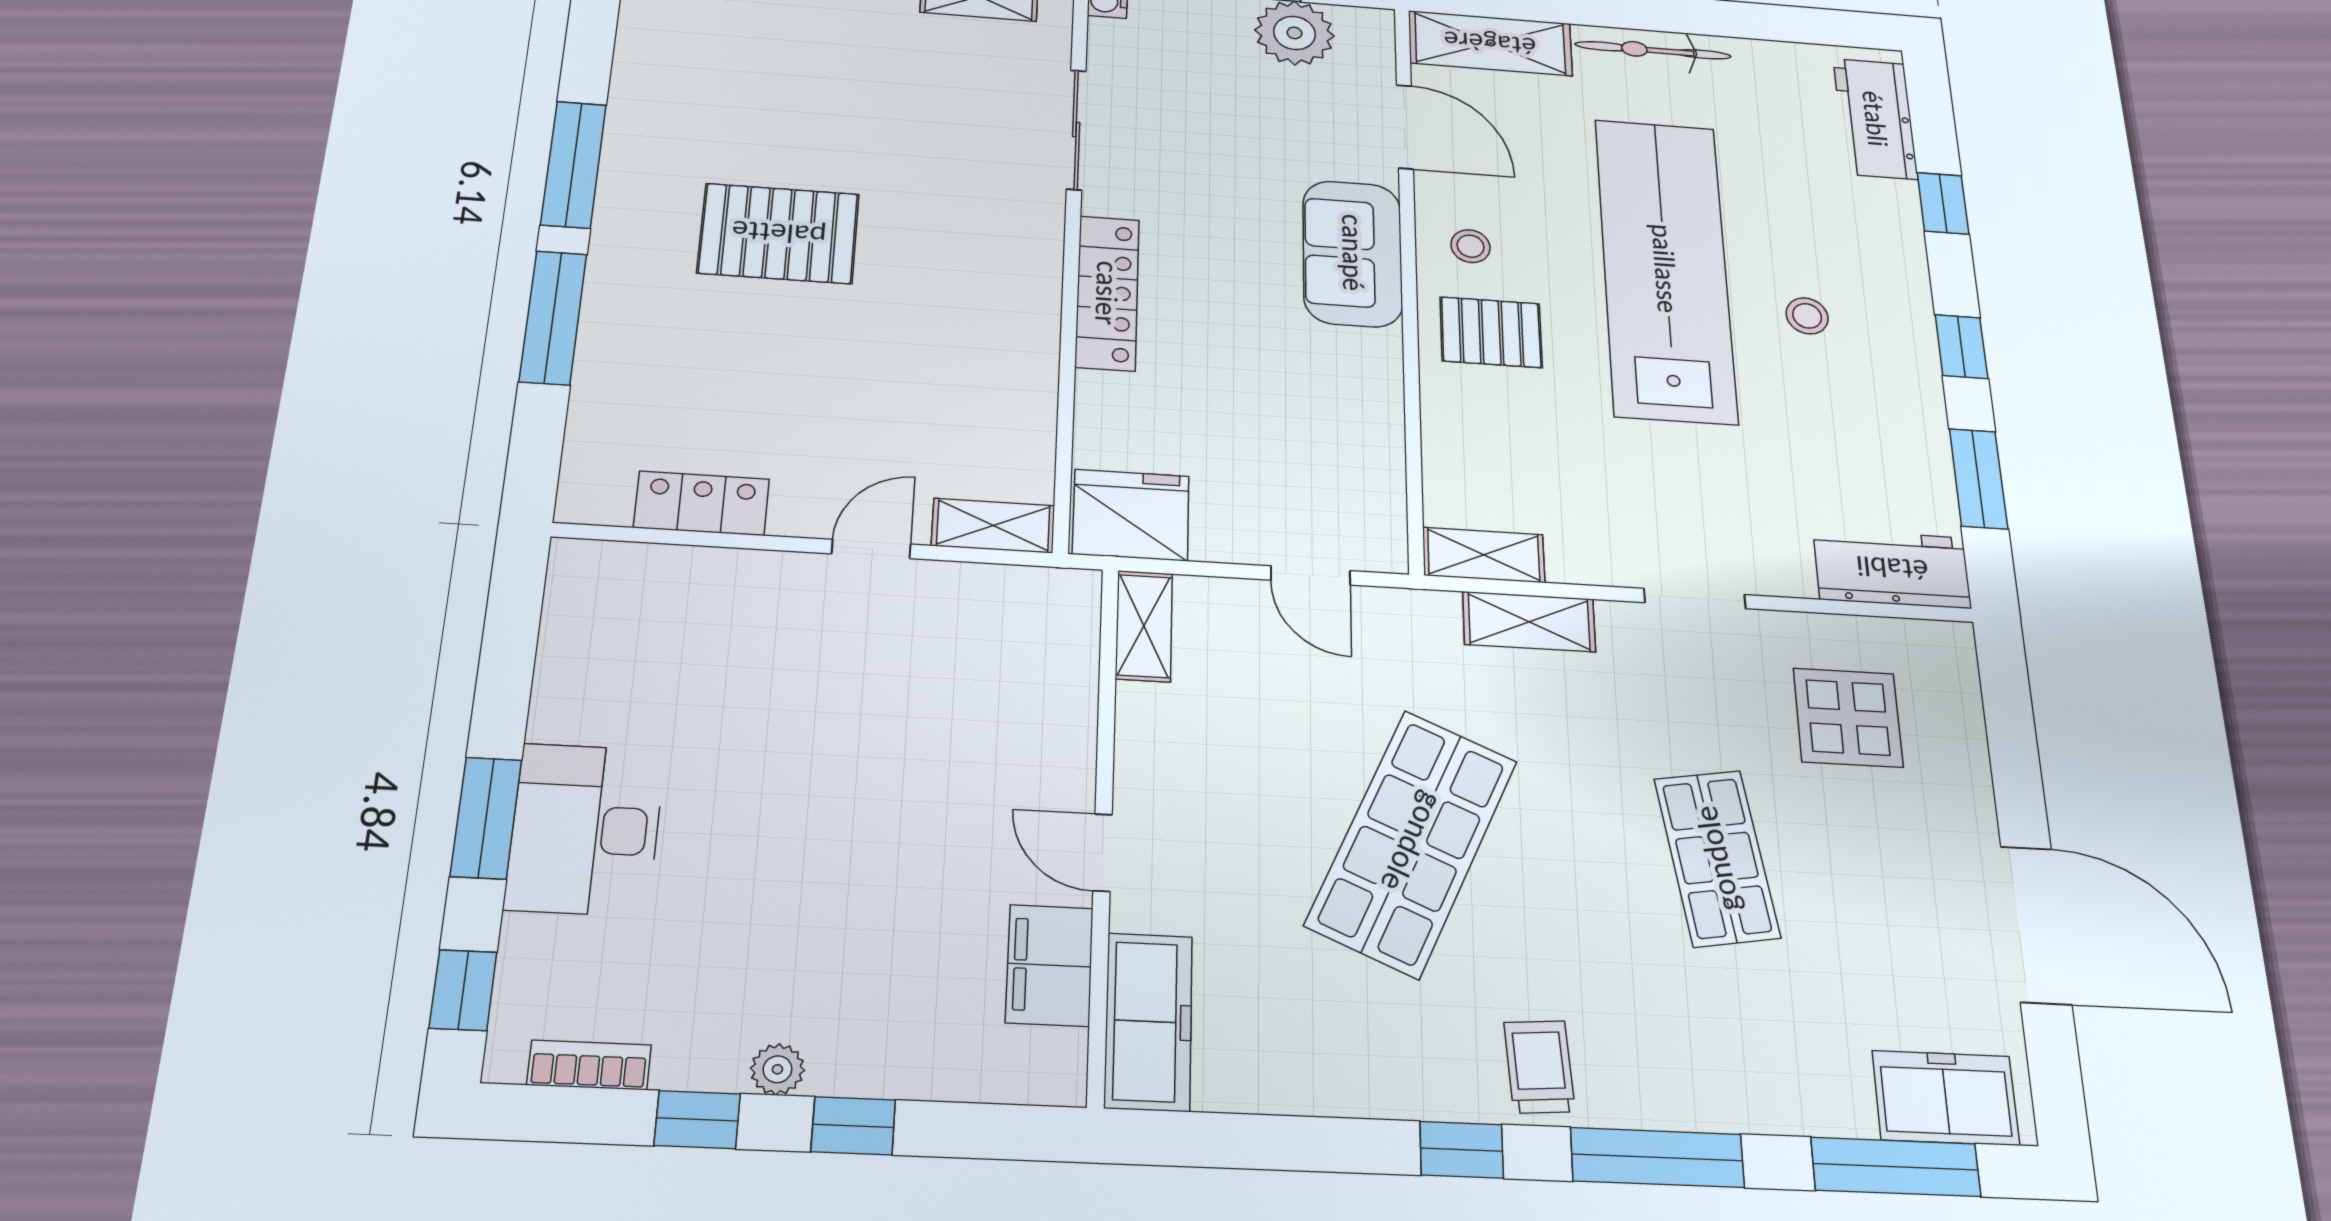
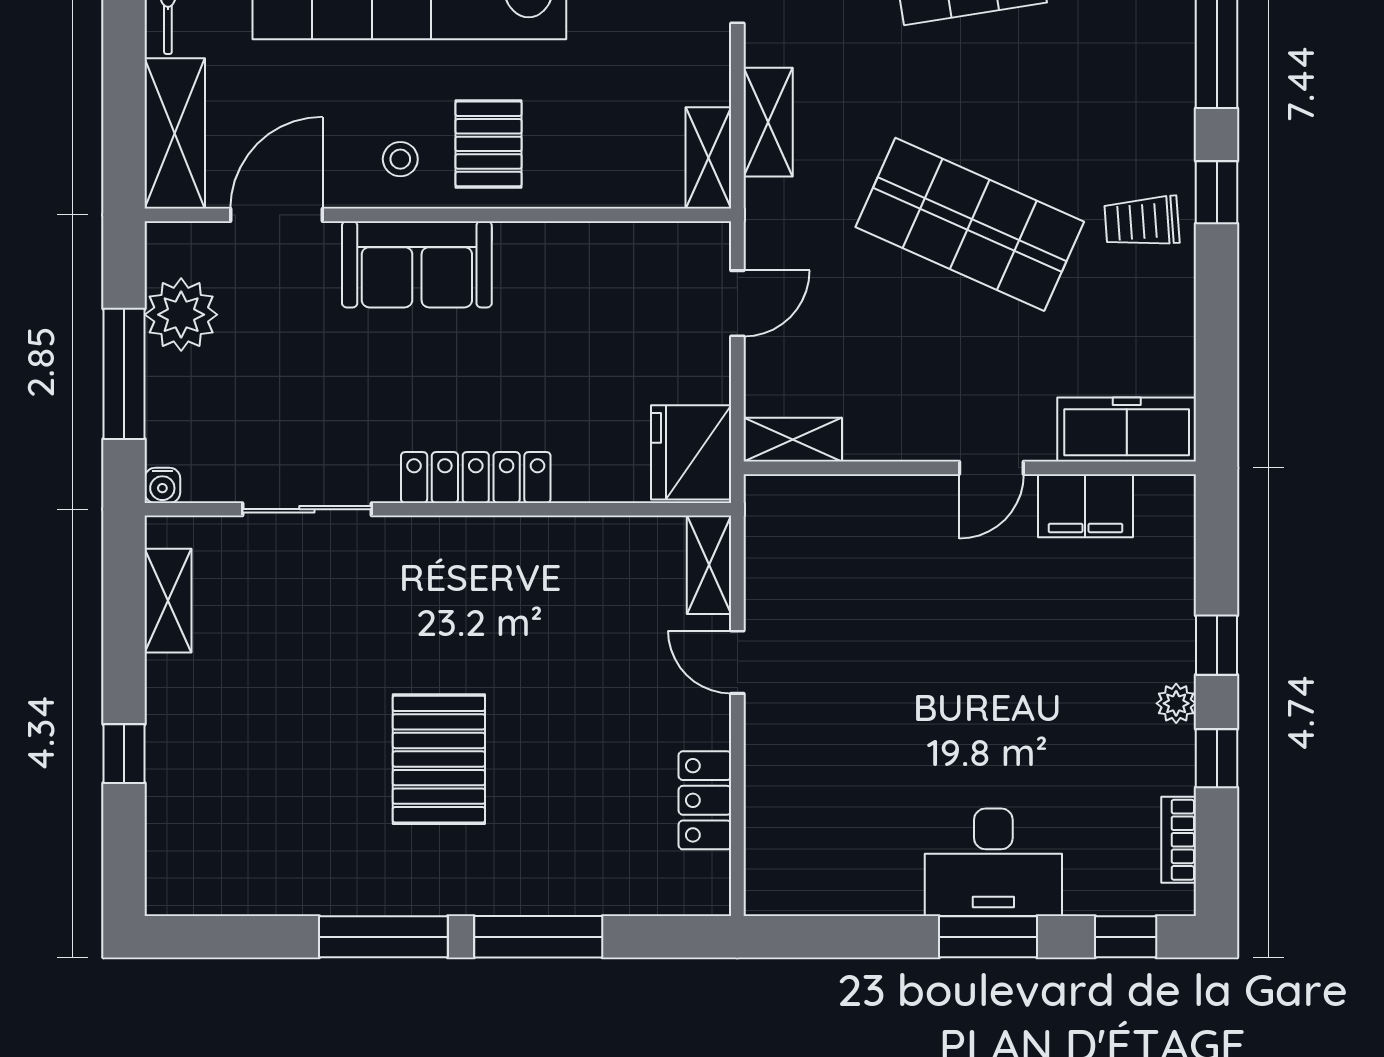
trolley: (1539, 1067) -> (1142, 222), moved

